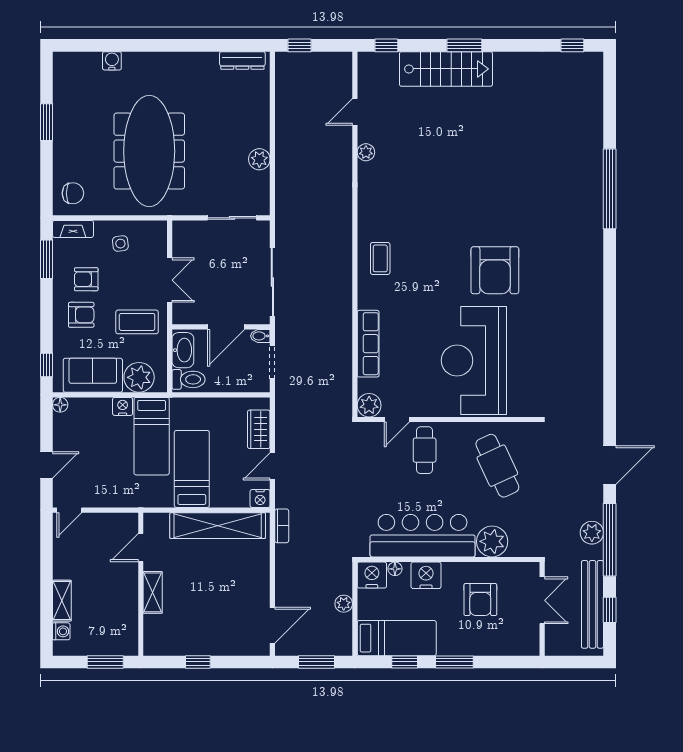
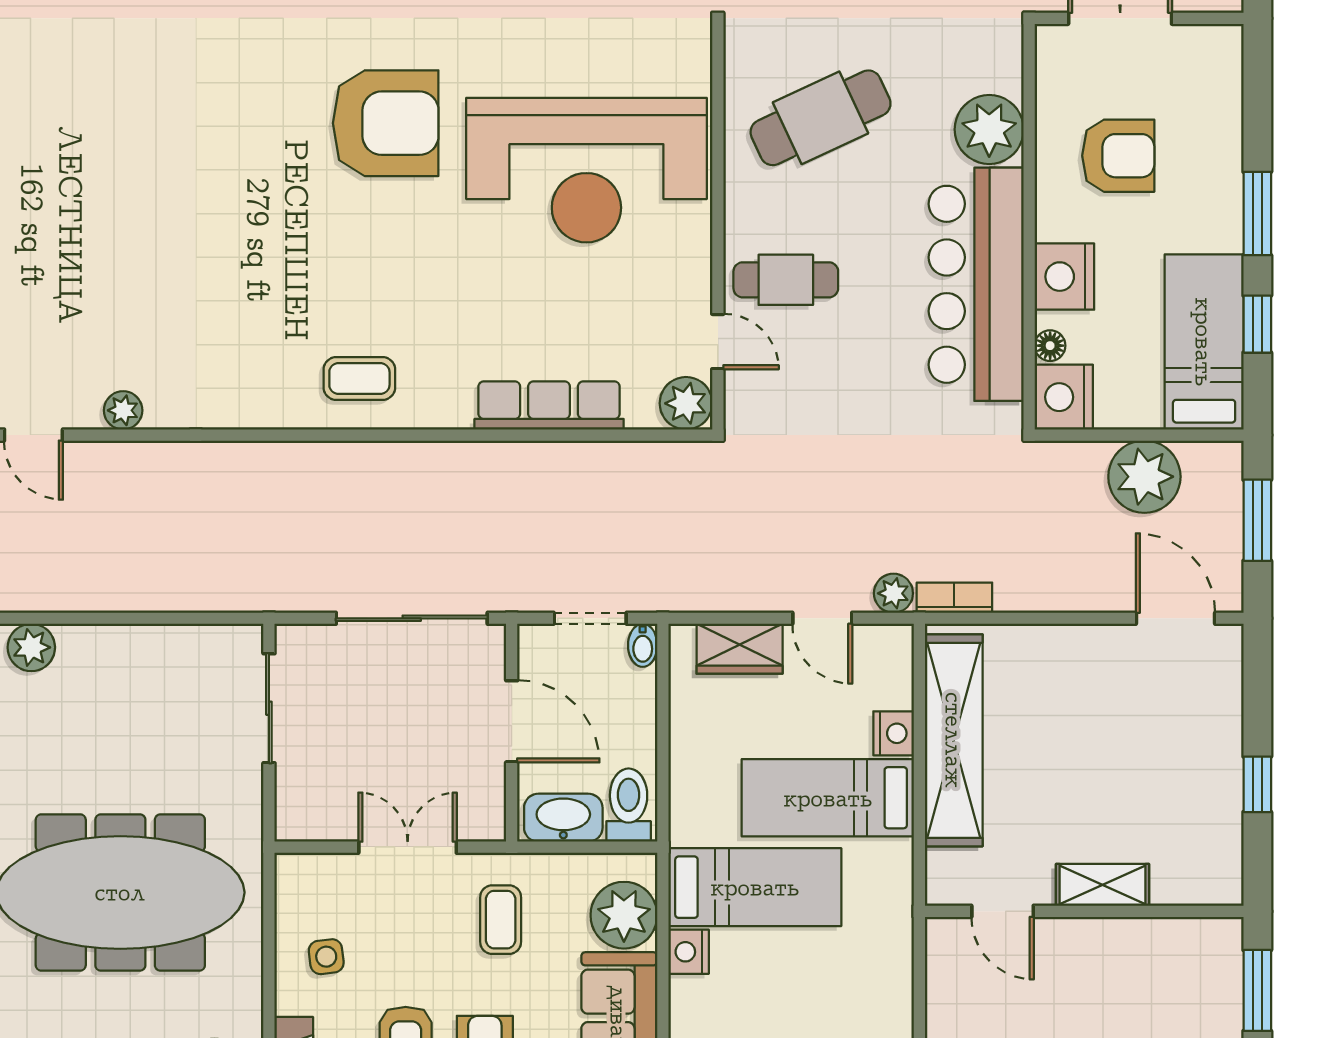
plant: (259, 159) -> (31, 647), moved
coffee table: (137, 322) -> (501, 920), width x0.73, depth x0.77
bidet: (260, 336) -> (643, 645), moved
plant: (284, 498) -> (893, 593), added
nightstand: (260, 499) -> (894, 733), moved
plant: (344, 604) -> (1144, 477), width x1.88, depth x1.88

